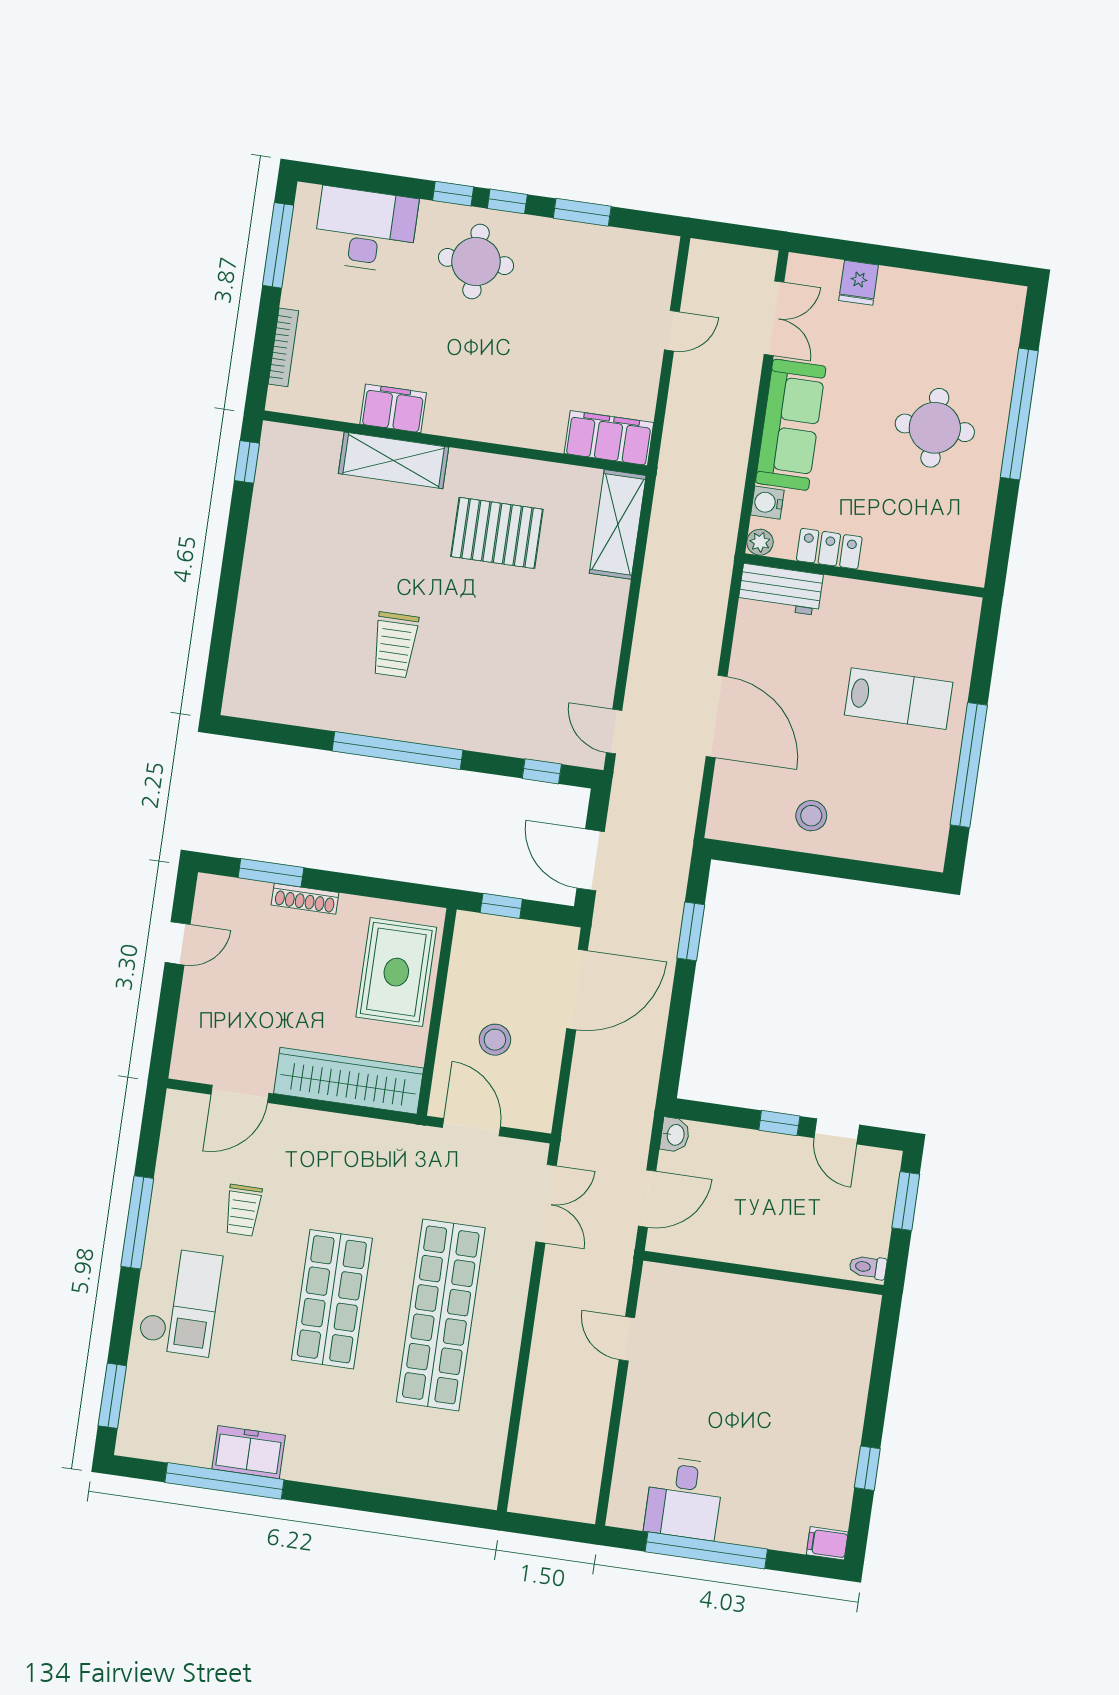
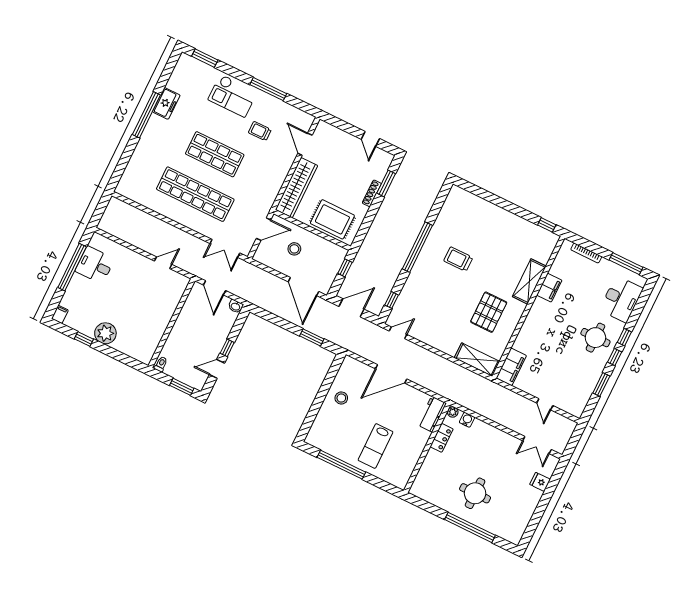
sofa: (791, 425) -> (494, 438), removed
plant: (837, 1422) -> (105, 333), added
window: (224, 1481) -> (146, 115), moved

